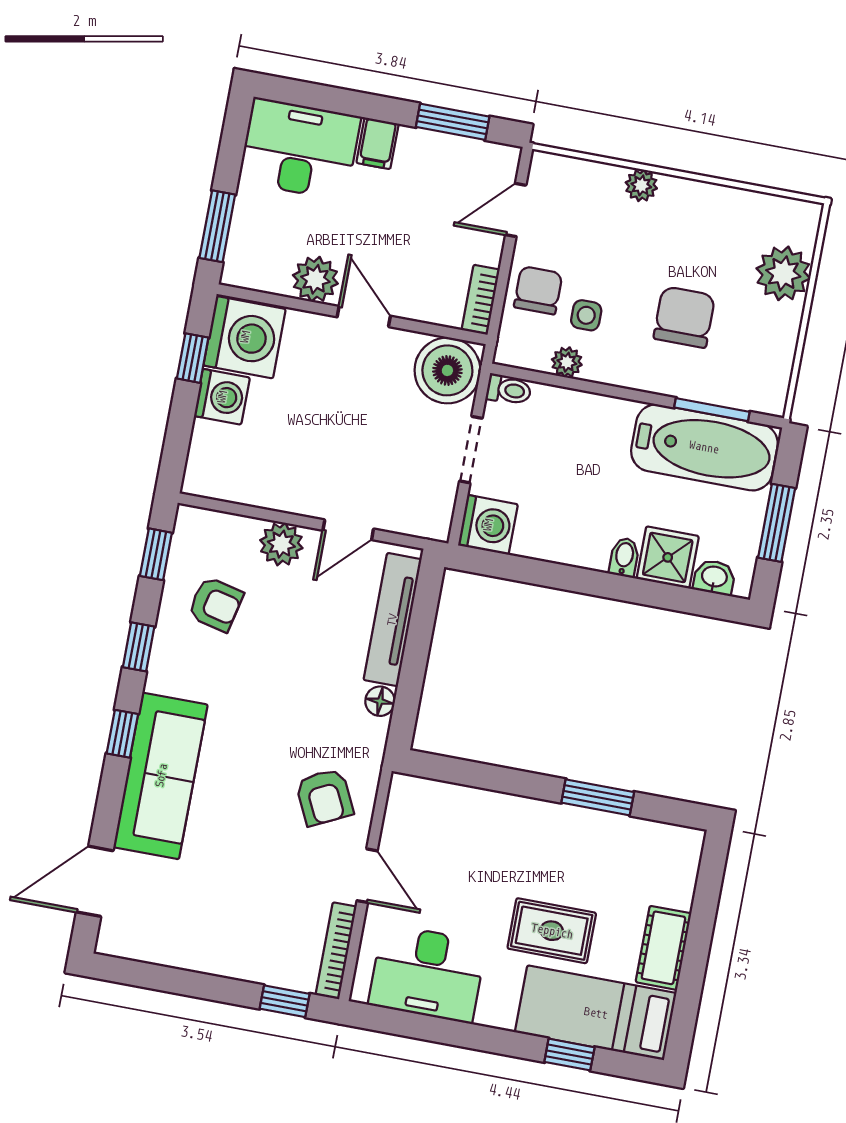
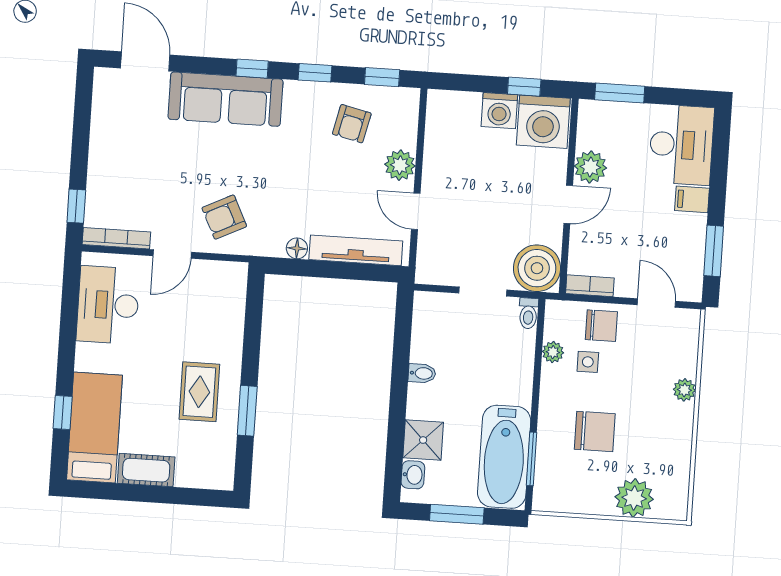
washing machine: (488, 525) -> (431, 310), removed
bidet: (624, 557) -> (422, 373), moved
rug: (552, 931) -> (199, 392), moved

